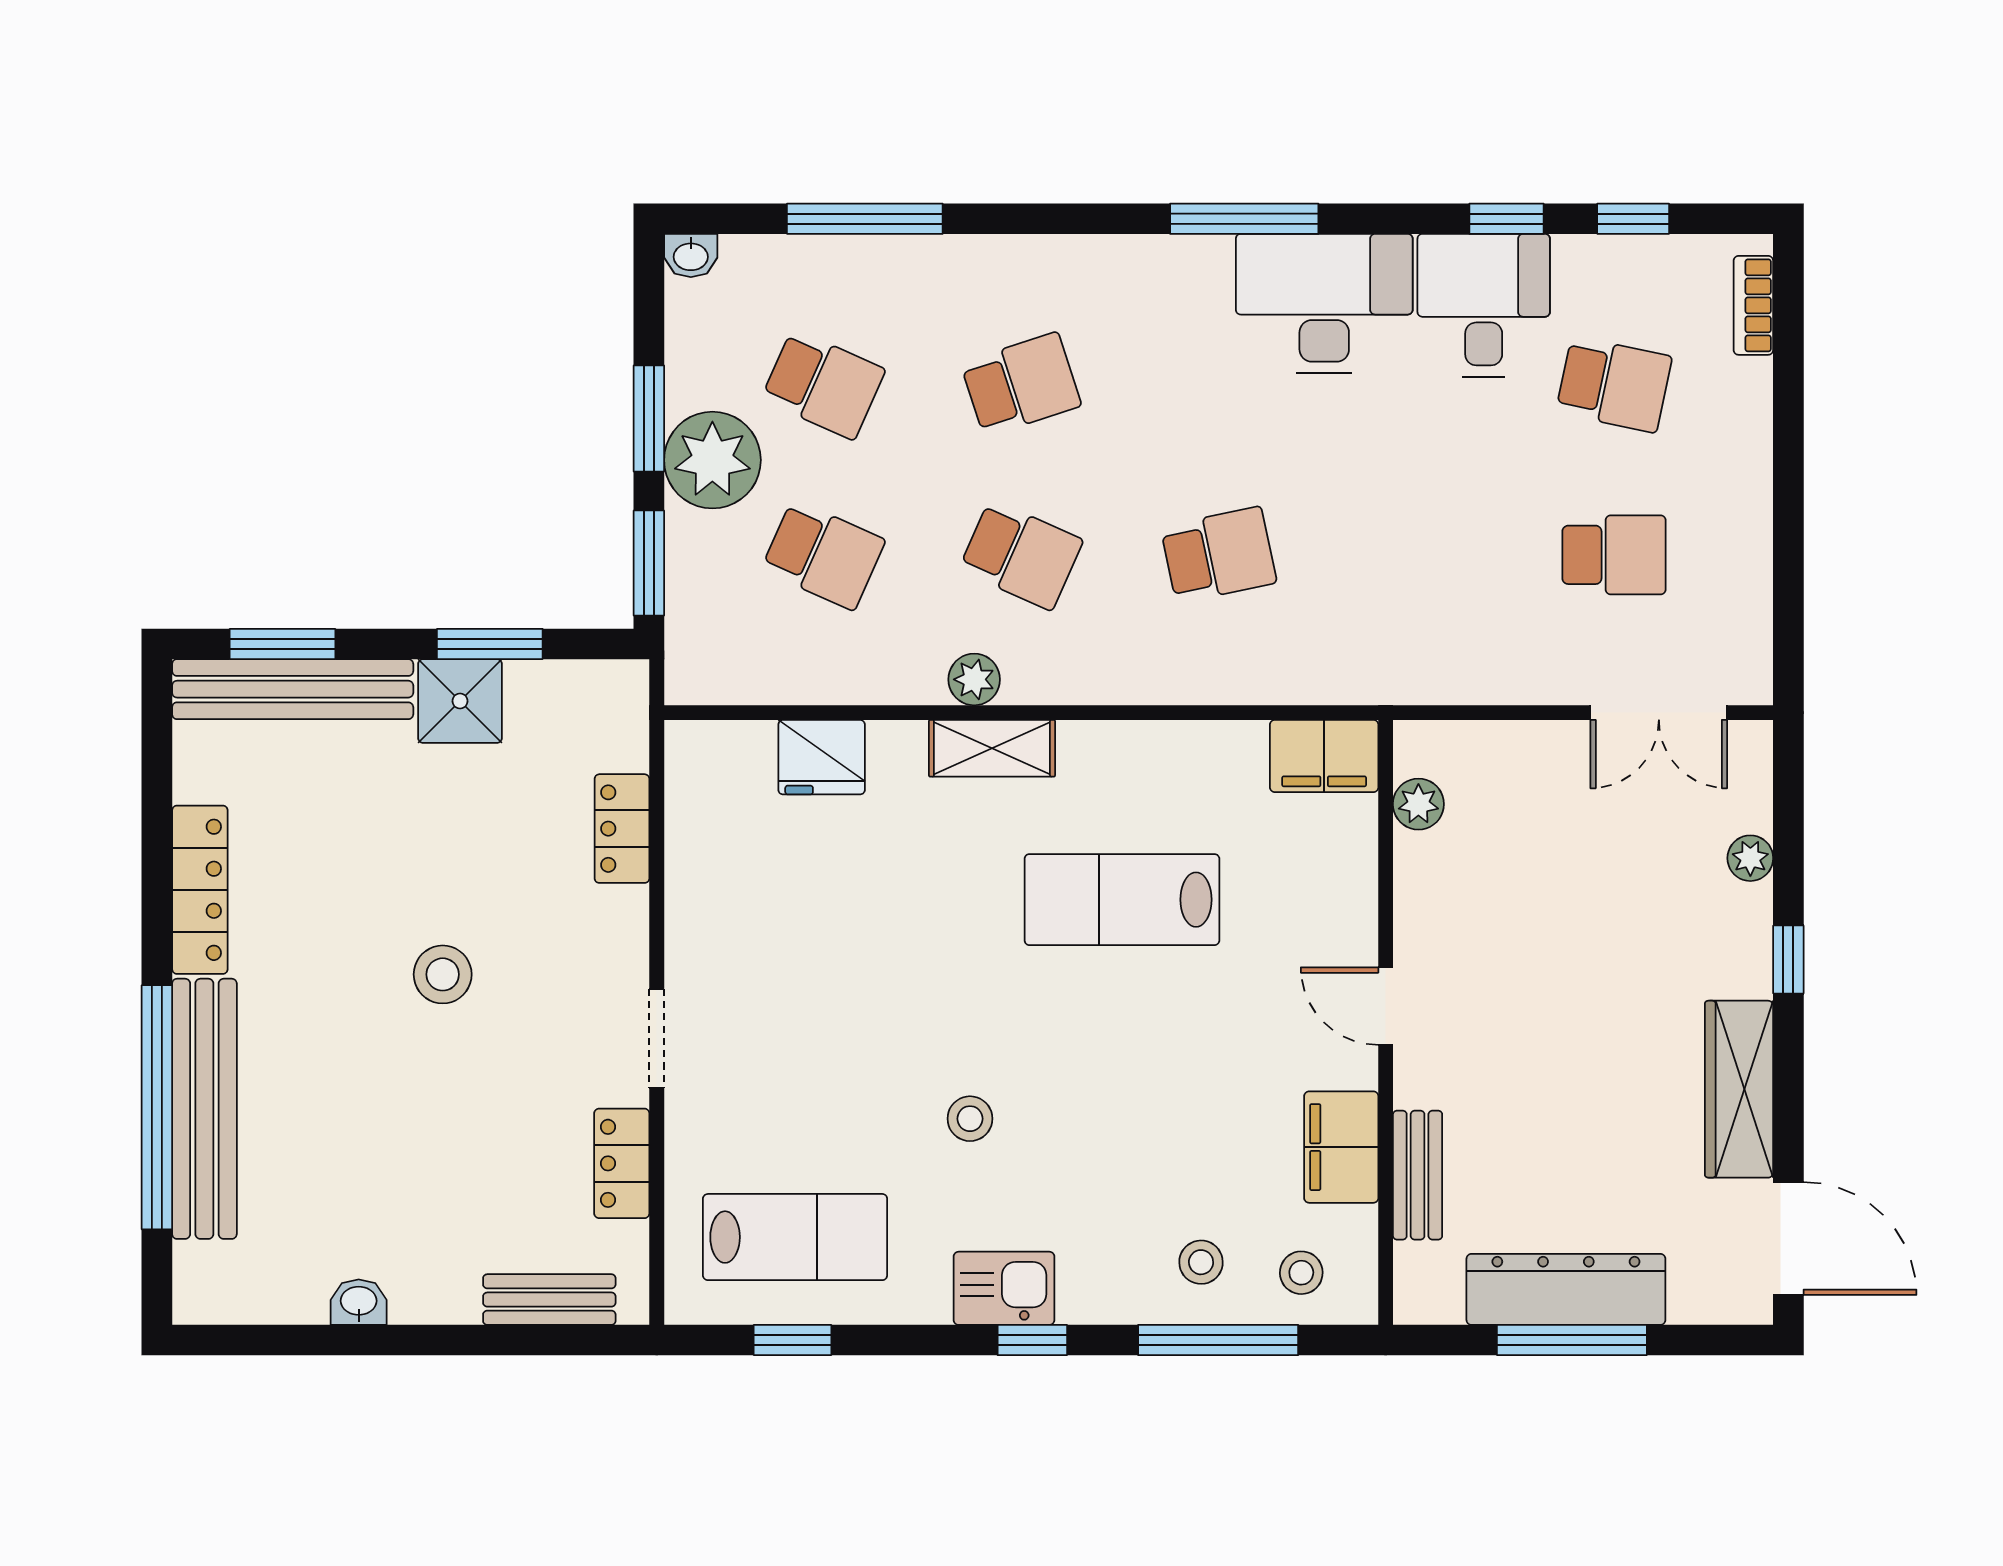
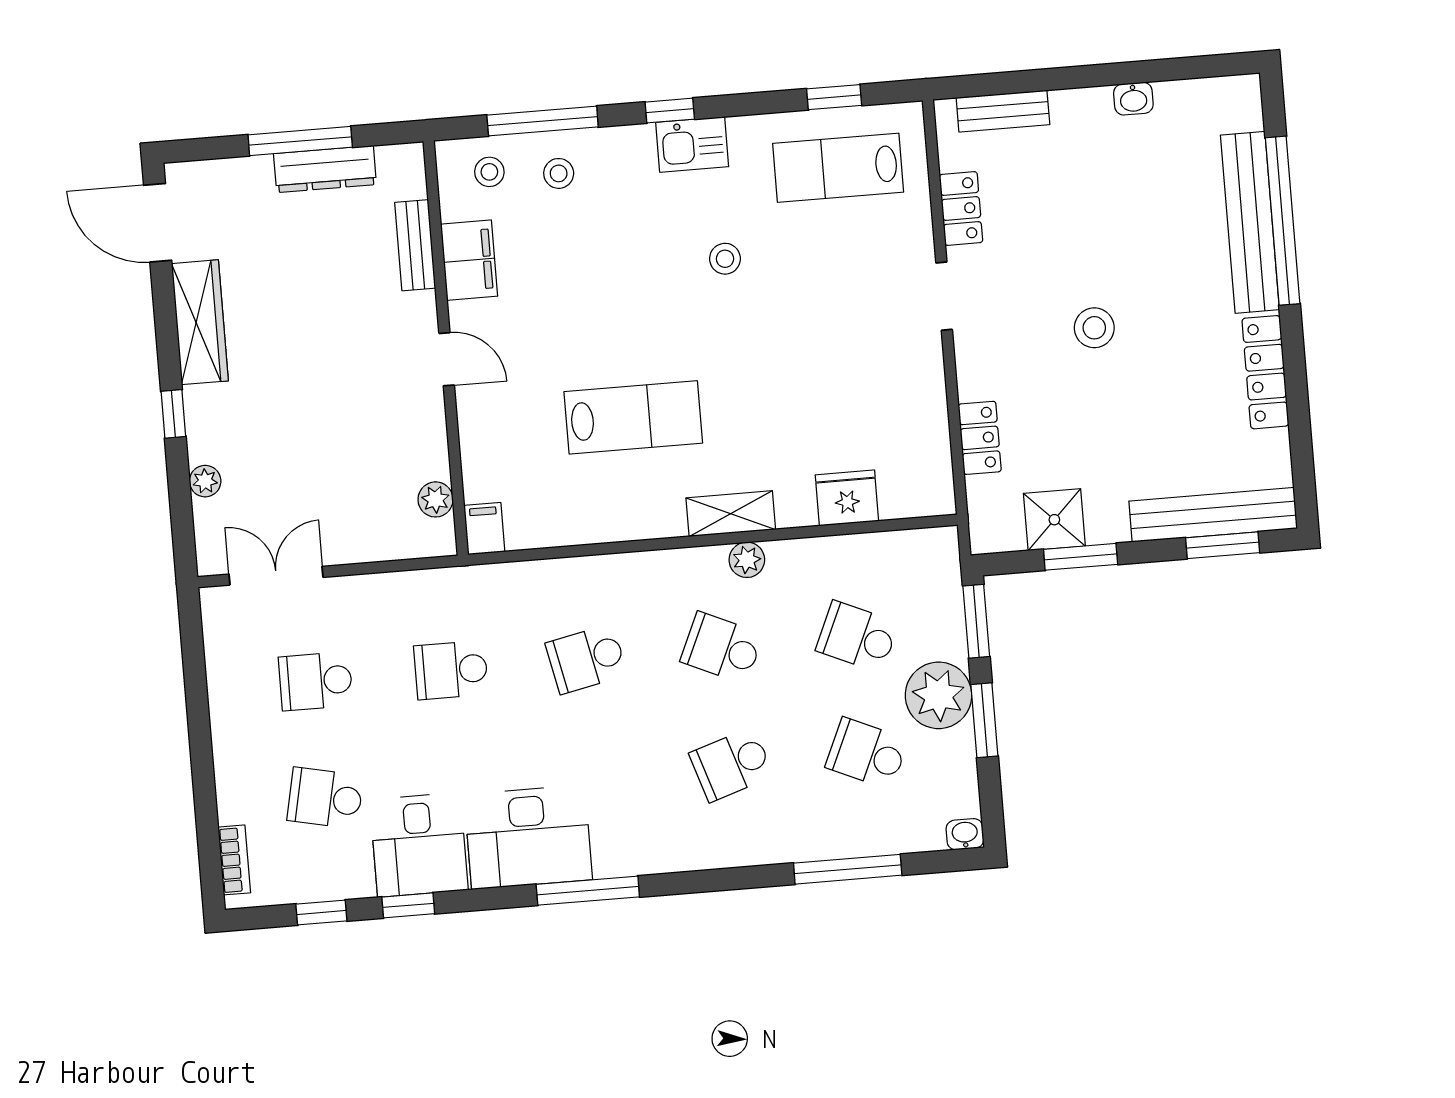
school desk: (1416, 555) -> (451, 670), added
shower: (460, 701) -> (1054, 520), moved
filing cabinet: (1324, 756) -> (484, 529), width x0.50
dresser: (1566, 1289) -> (325, 169), width x0.73, depth x0.80

